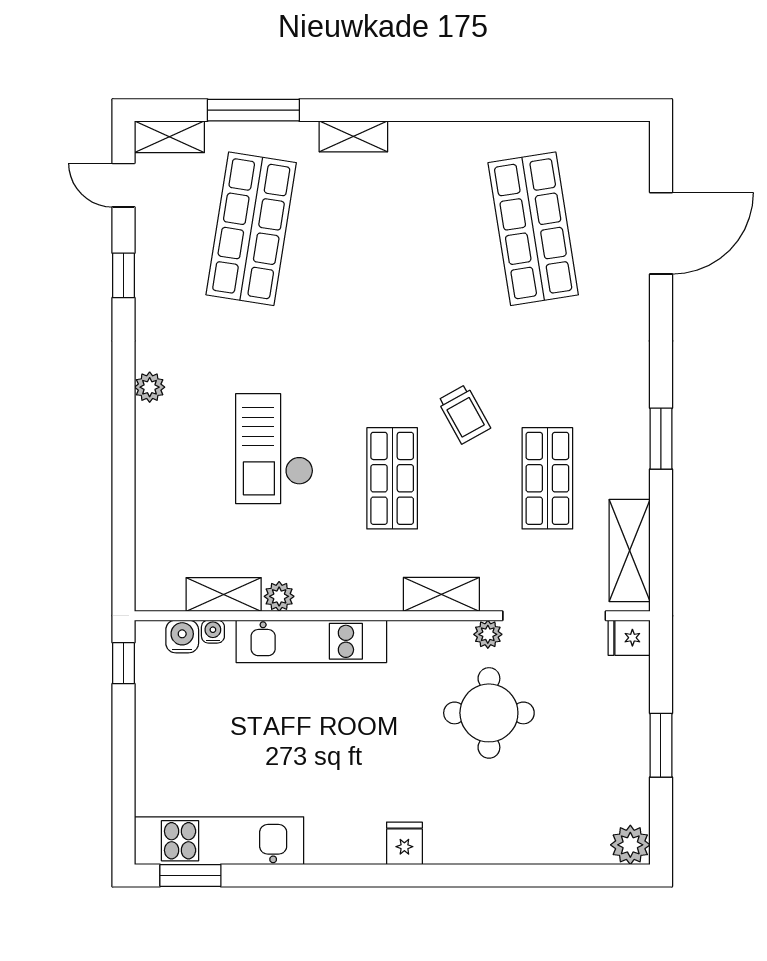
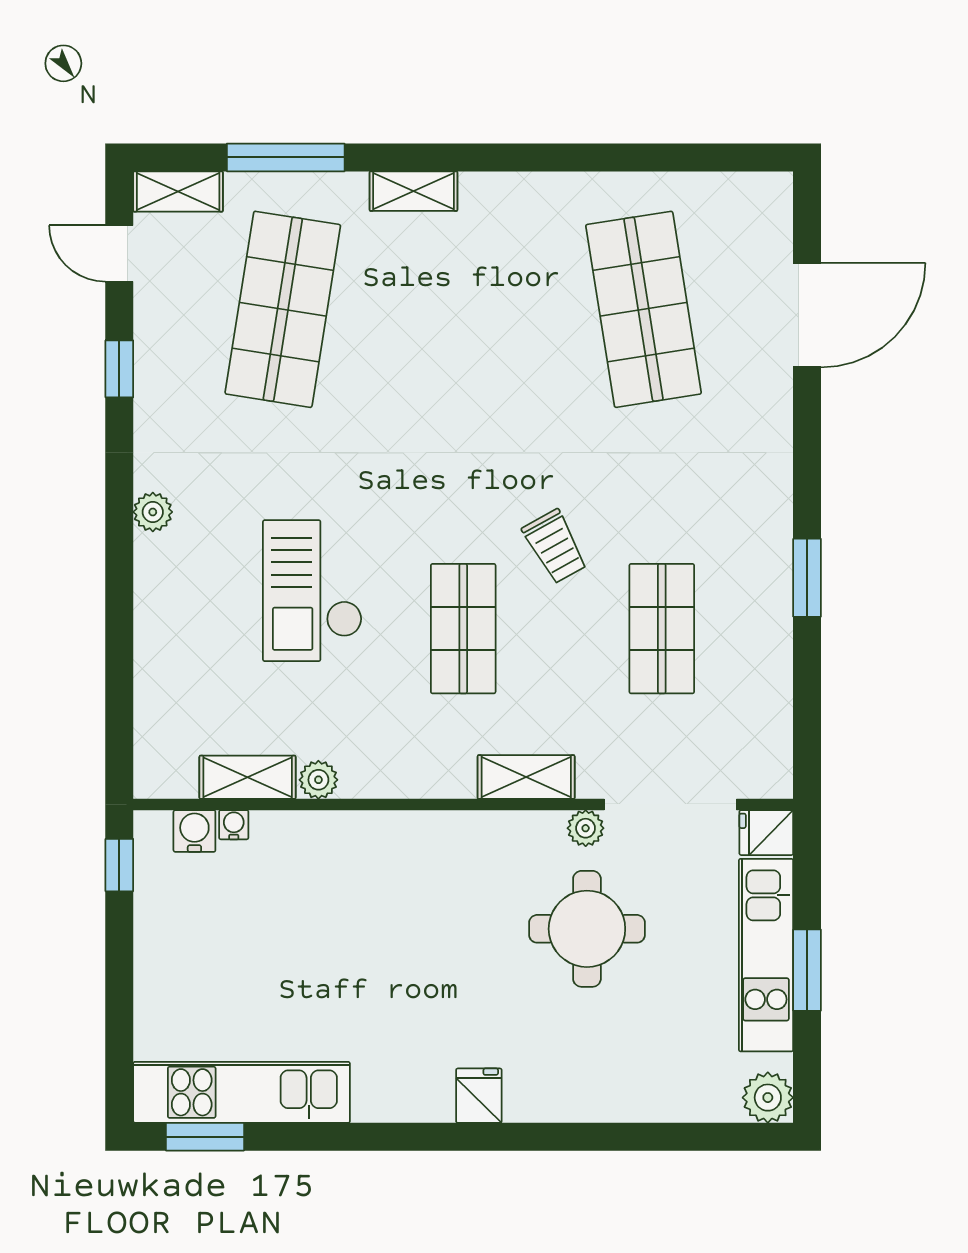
shelving: (630, 550) -> (767, 721), removed
kitchen unit: (311, 641) -> (766, 955), moved, turned 90

